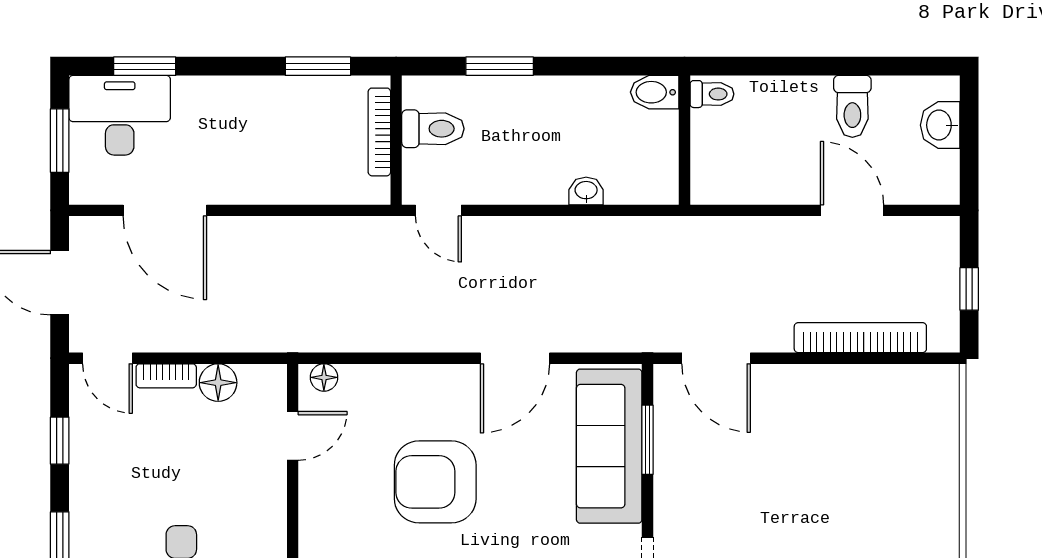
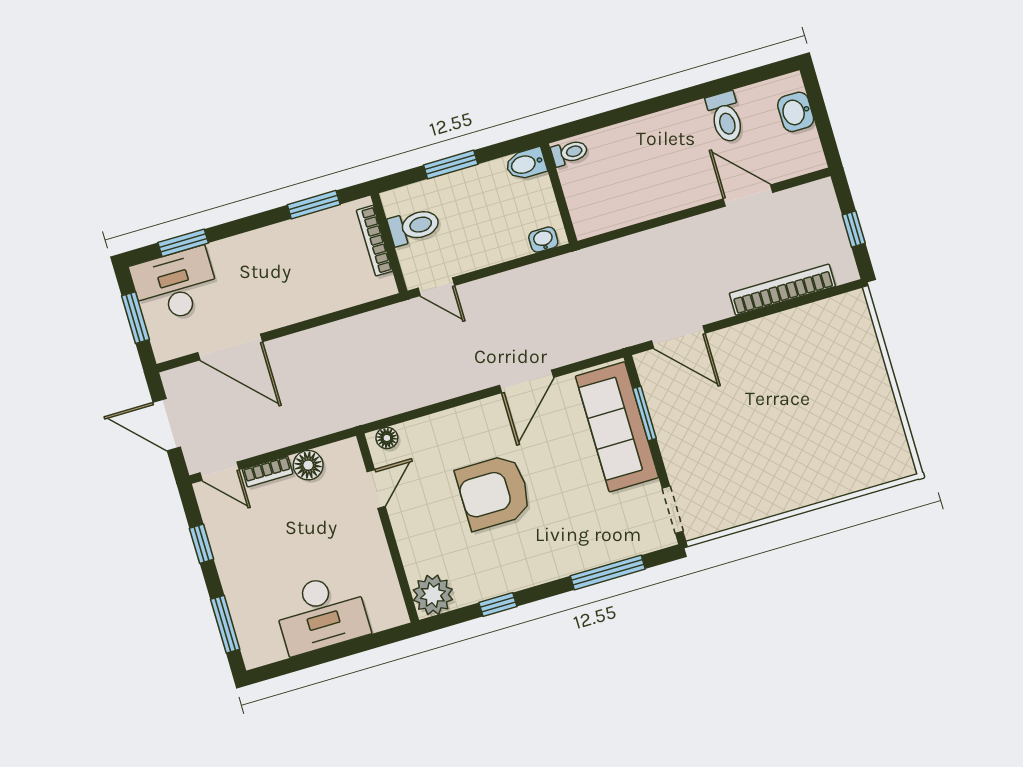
bidet: (655, 92) -> (526, 164), moved
toilet: (712, 94) -> (570, 153), moved
wall: (684, 140) -> (559, 193), moved

